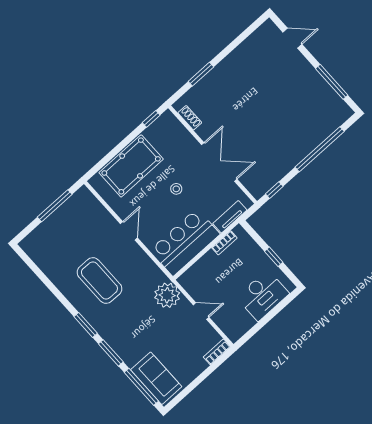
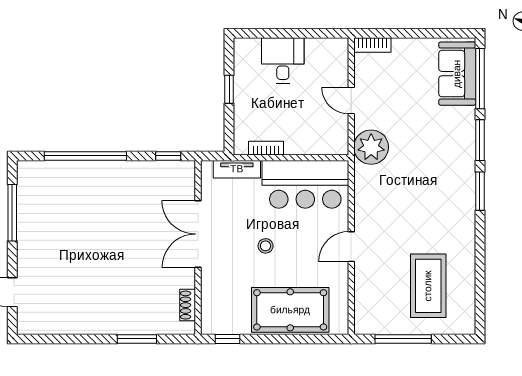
coffee table: (99, 281) -> (428, 286), moved
desk: (263, 295) -> (283, 60), width x0.73

